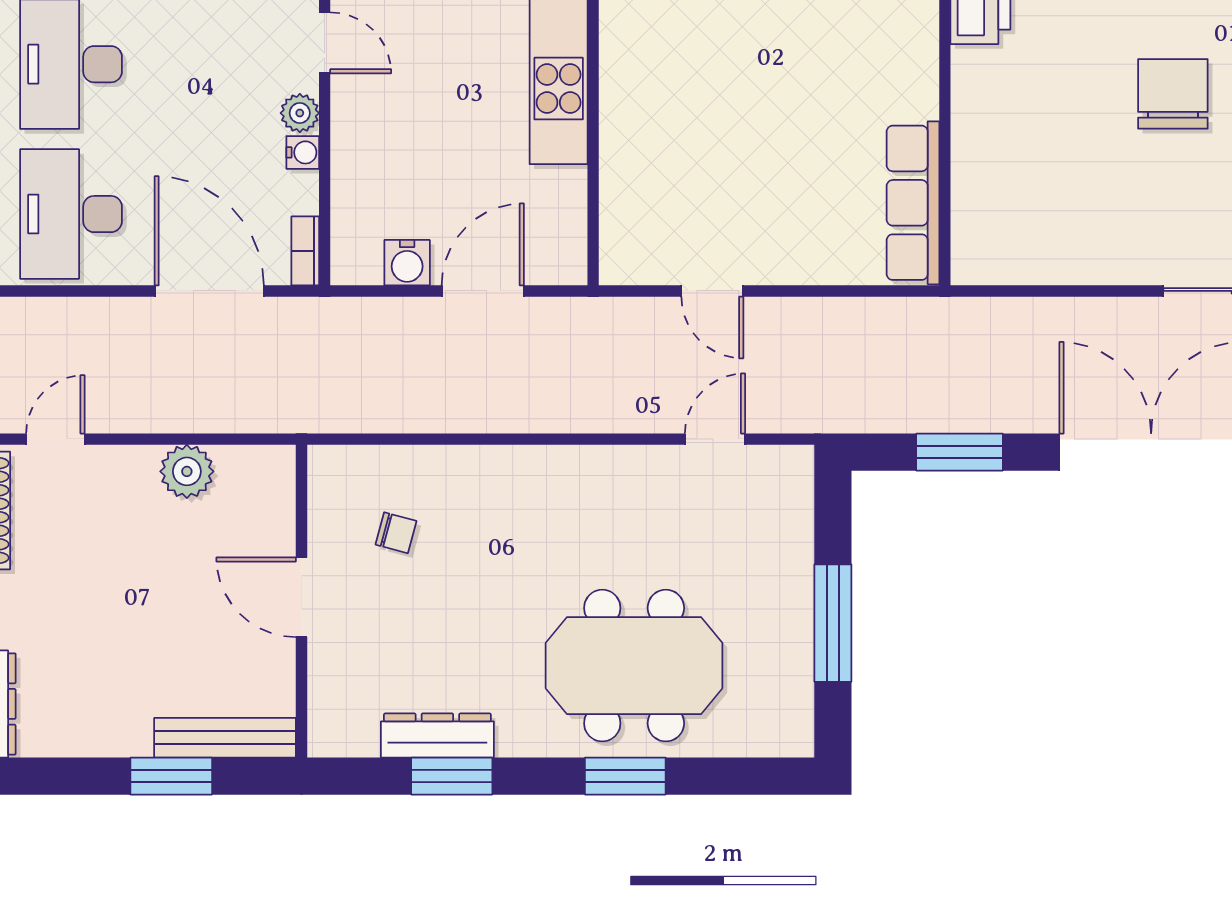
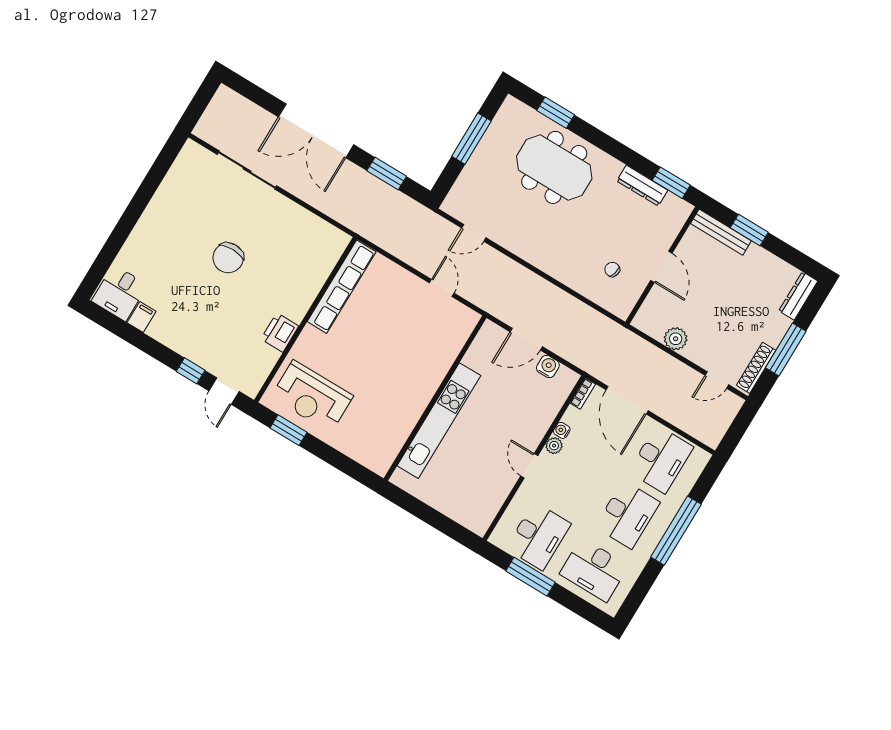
row of seats: (913, 203) -> (342, 287), width x1.36
window: (452, 776) -> (671, 183), moved
window: (625, 776) -> (556, 113), moved

